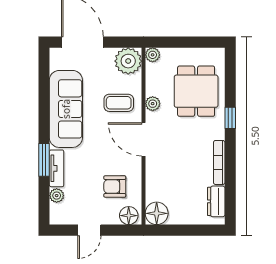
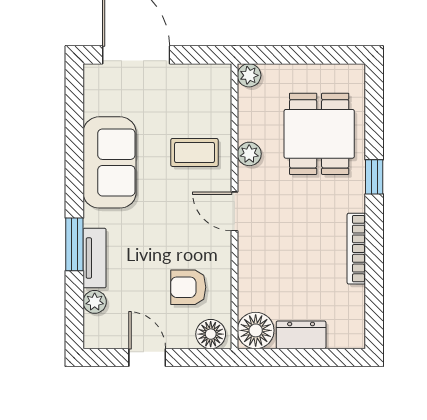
plant: (128, 61) -> (210, 85), removed
sofa: (66, 109) -> (110, 162), width x0.73
door: (143, 139) -> (234, 211), width x0.73
dresser: (216, 201) -> (301, 335), moved, turned 90
door: (89, 230) -> (147, 358), swing flipped

